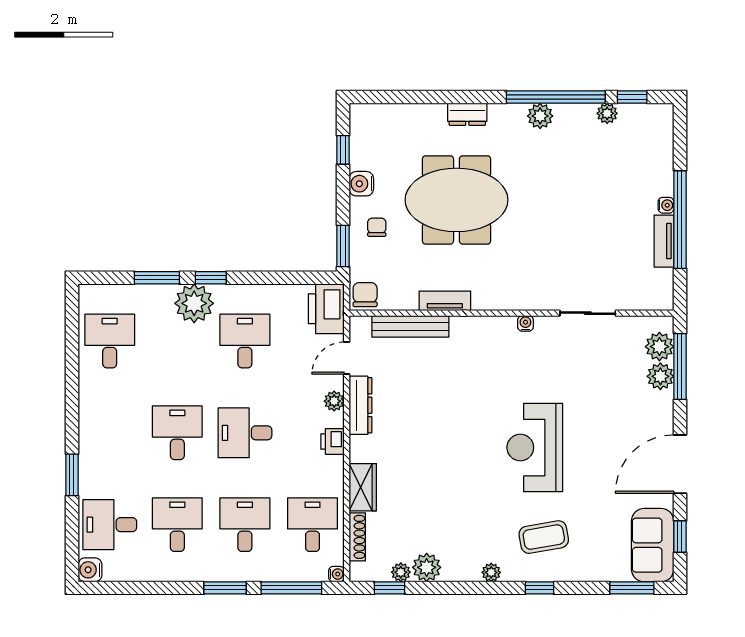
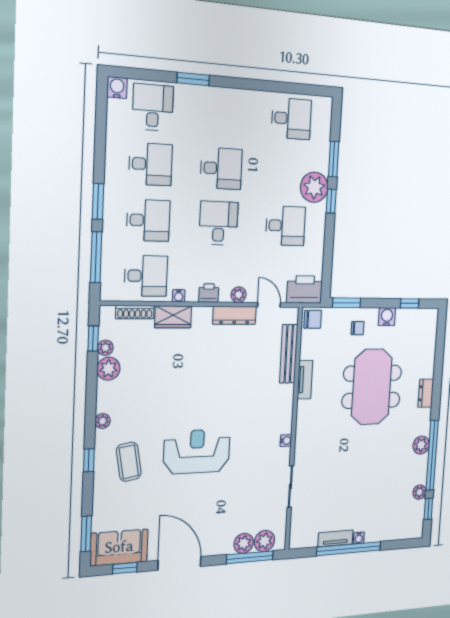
water cooler: (336, 574) -> (179, 296), moved

